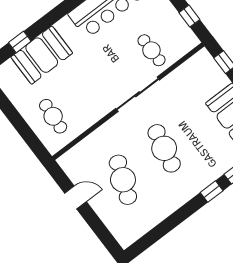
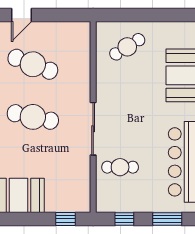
cafe table: (53, 116) -> (127, 47), turned -36
door: (75, 197) -> (21, 15), moved

